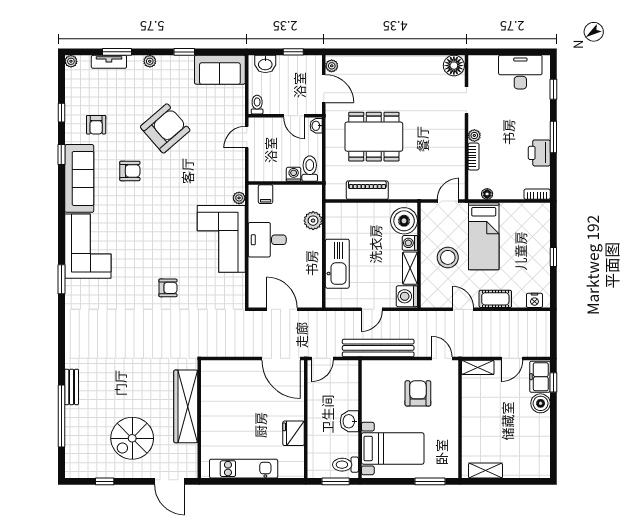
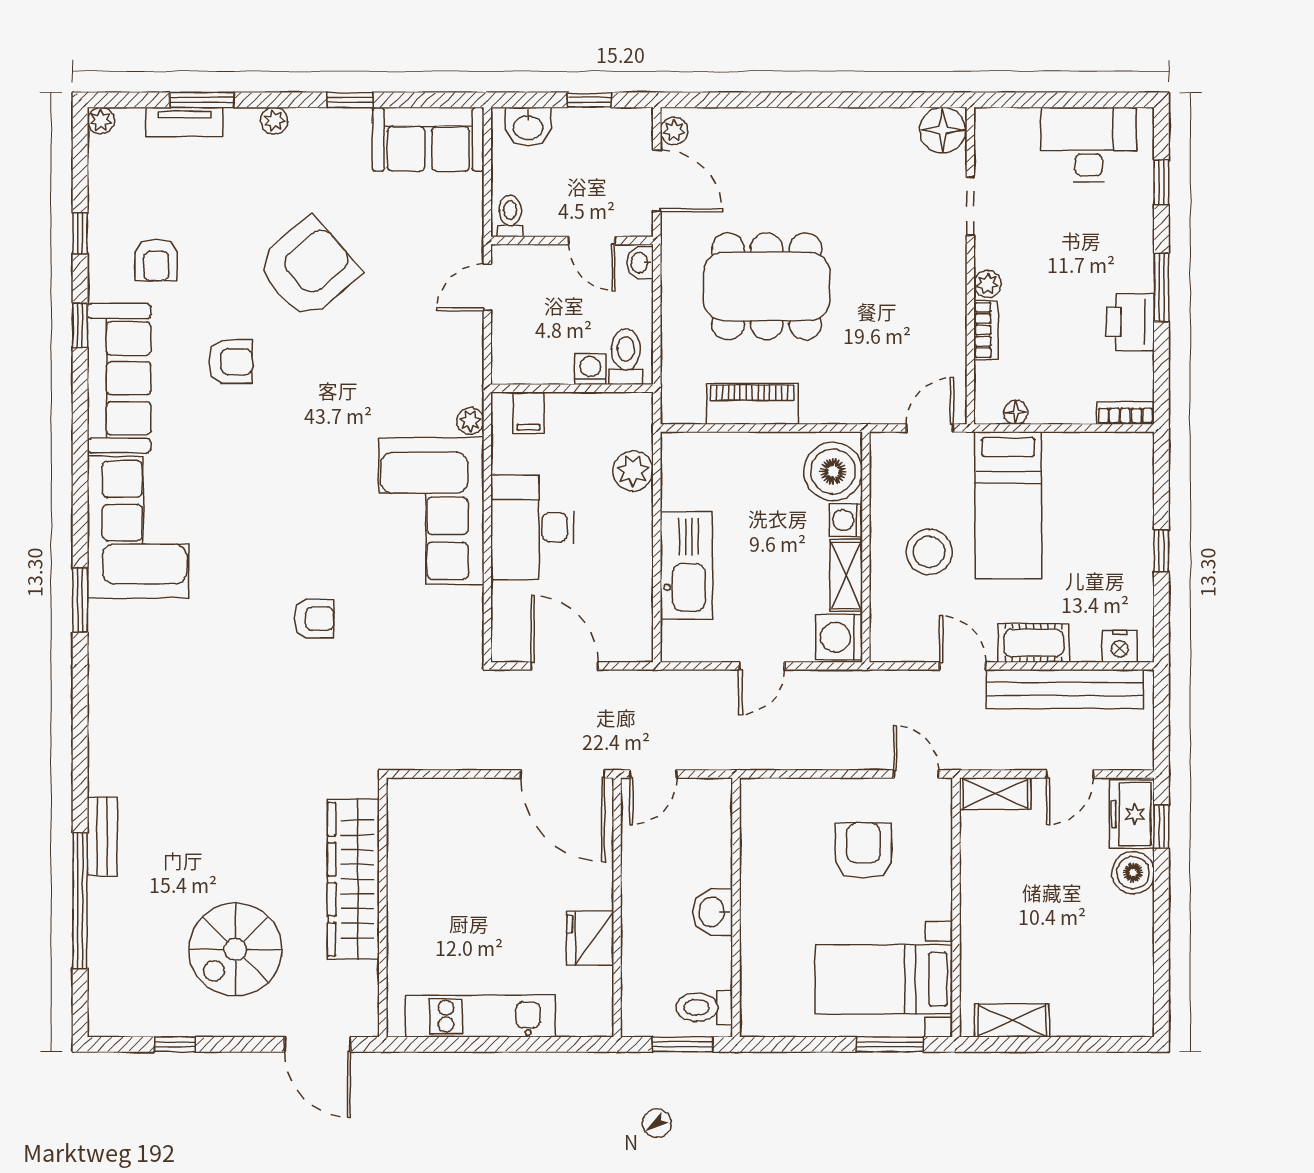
desk: (267, 240) -> (532, 527), width x1.37
bench: (378, 348) -> (1065, 689), moved
bed with nightstands: (393, 448) -> (884, 979), moved, turned 180

